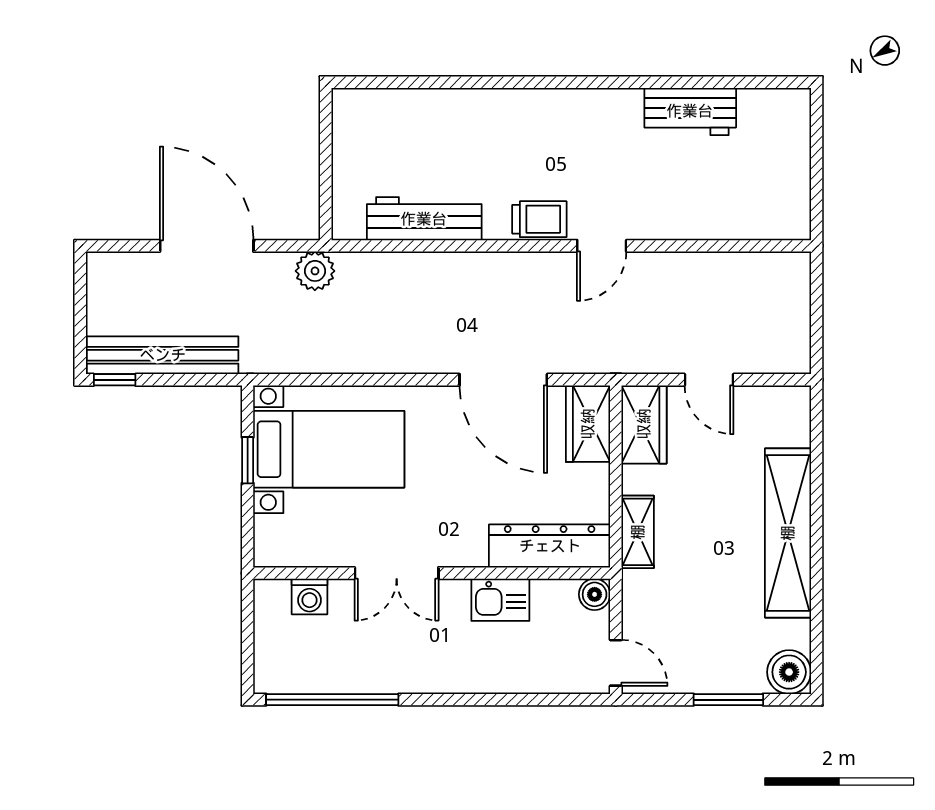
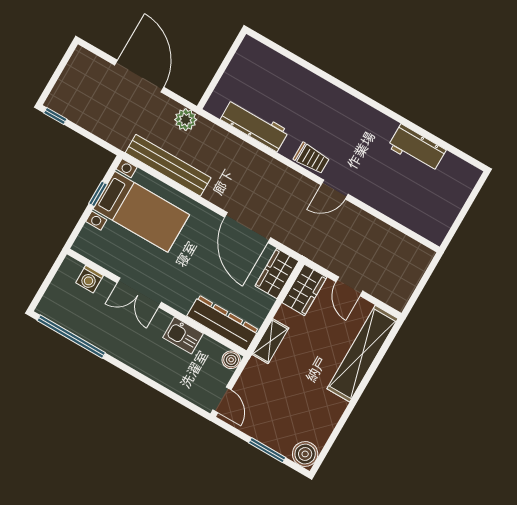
bench: (163, 355) -> (168, 165), moved
shelving: (788, 533) -> (362, 354), moved

